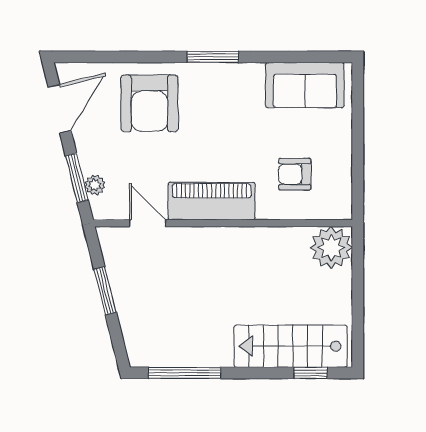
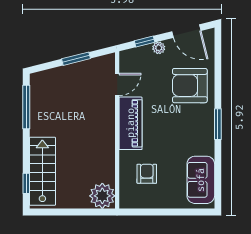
window: (77, 178) -> (145, 42), width x0.67
plant: (95, 185) -> (159, 48), moved

